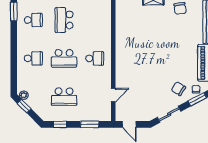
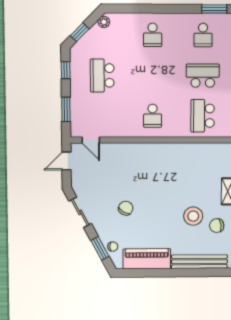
stool: (172, 27) -> (193, 216), added
school desk: (64, 58) -> (203, 116), moved
chair: (178, 89) -> (126, 208), moved
door: (113, 95) -> (91, 140), moved
window: (24, 106) -> (80, 32), moved

